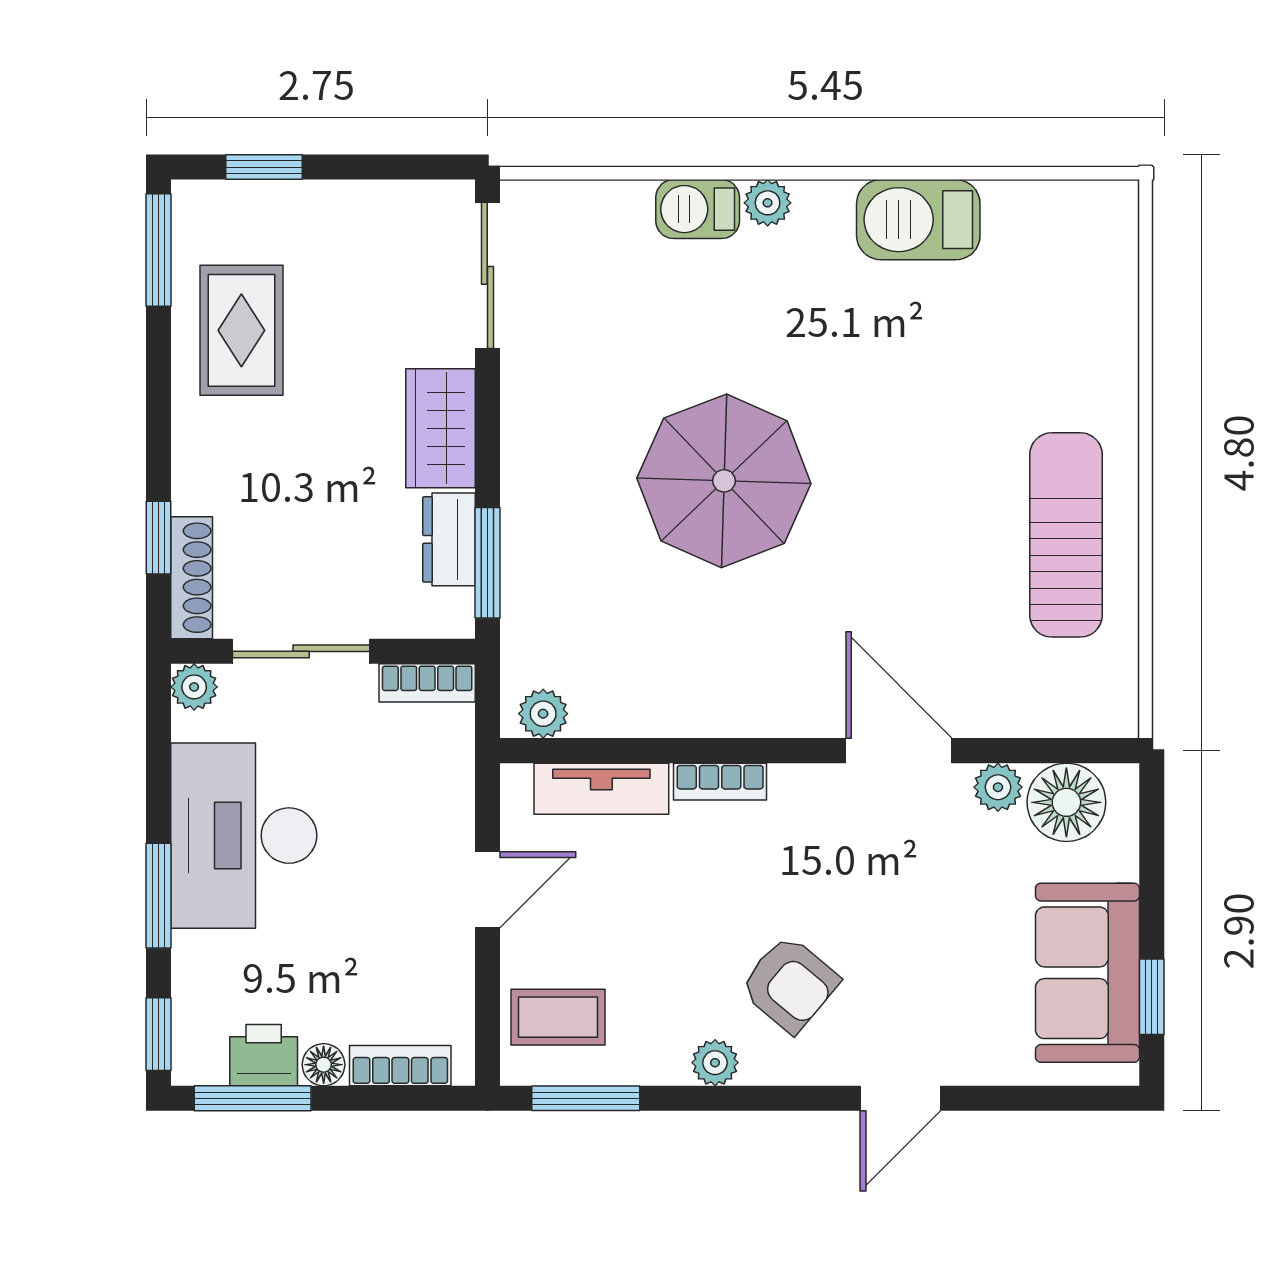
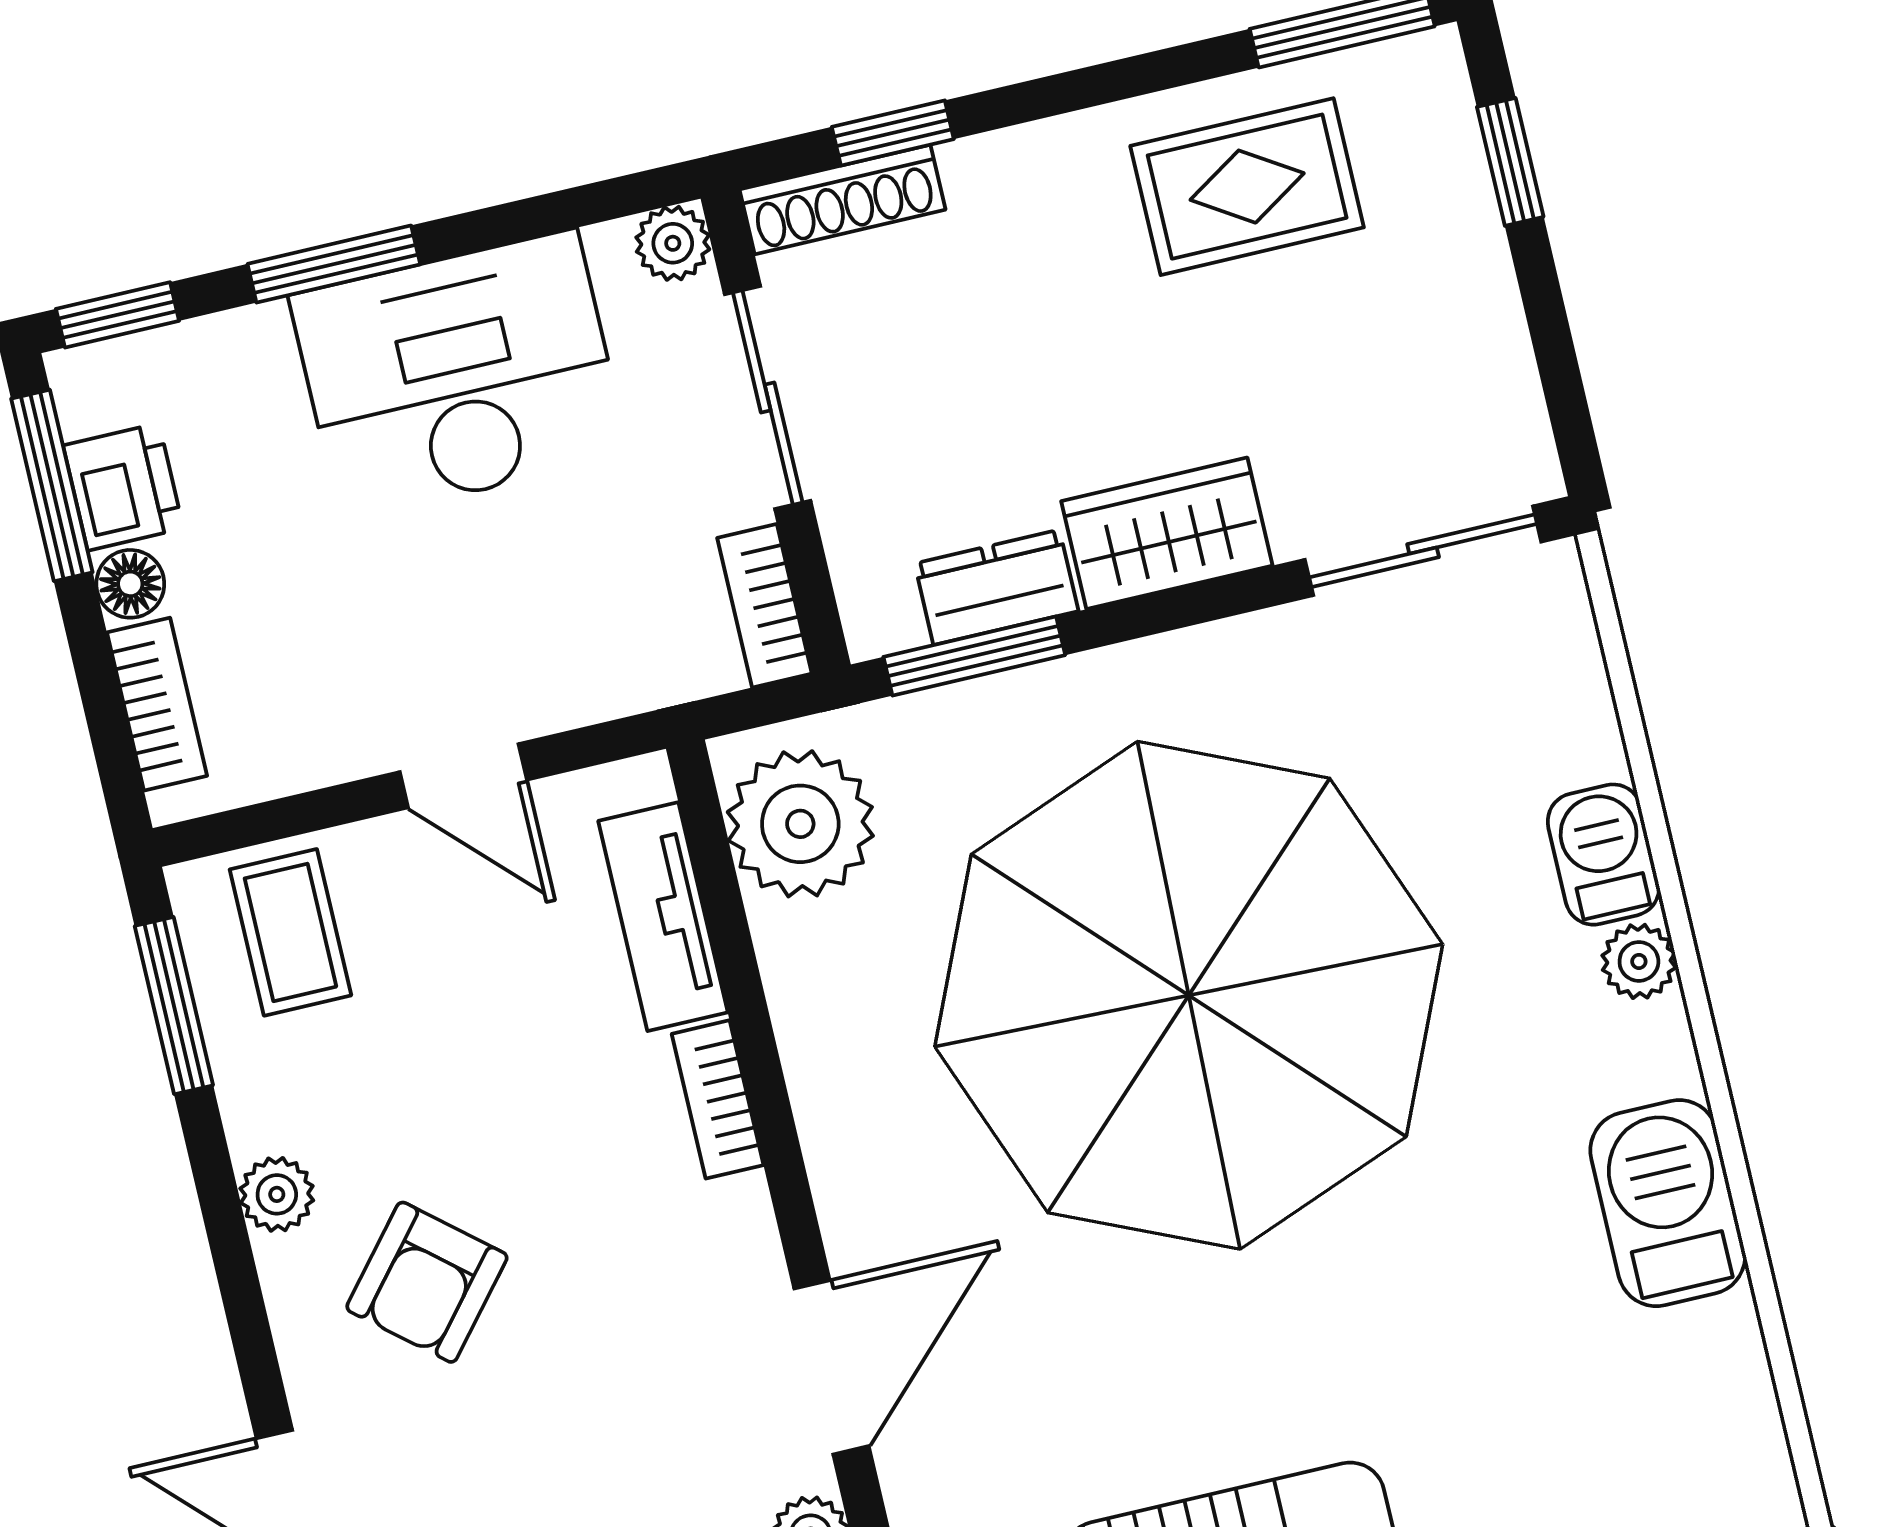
parasol: (724, 481) -> (1189, 995), width x1.86, depth x1.86
plant: (543, 714) -> (800, 824), width x1.88, depth x1.88

